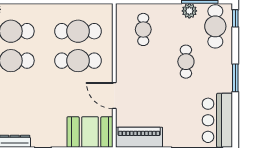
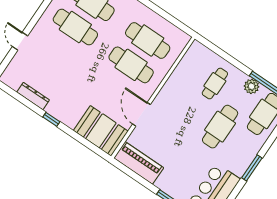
cafe table: (143, 29) -> (215, 84), moved
cafe table: (186, 62) -> (220, 127), width x1.37, depth x1.35

